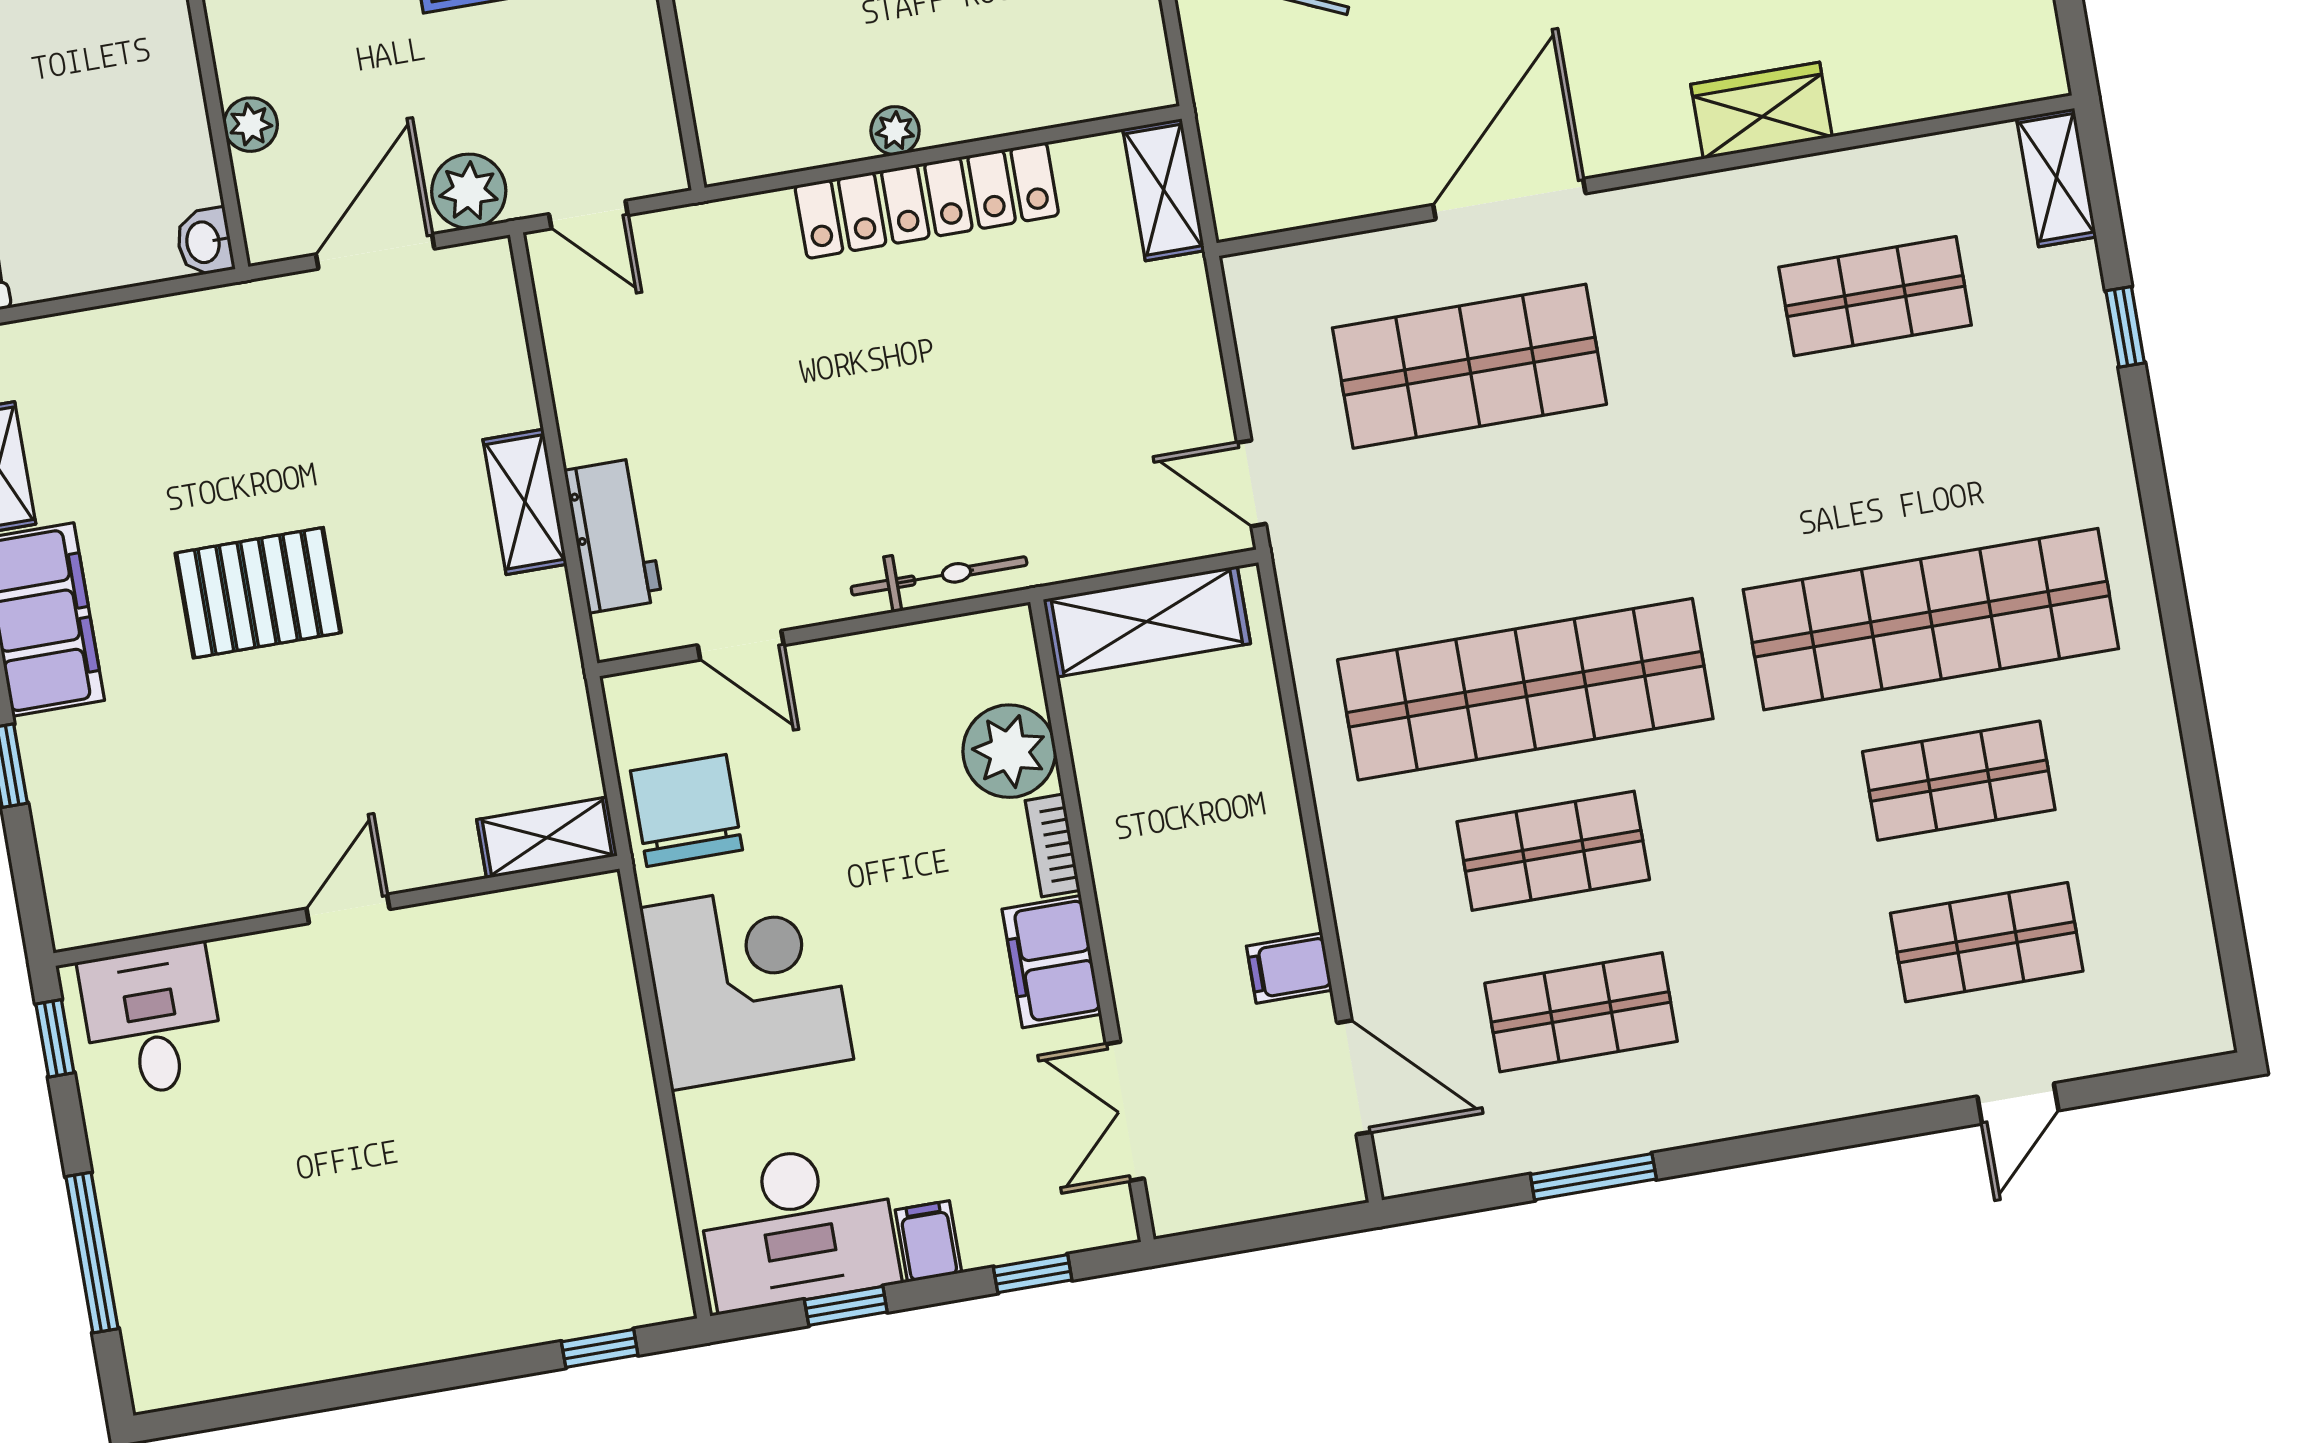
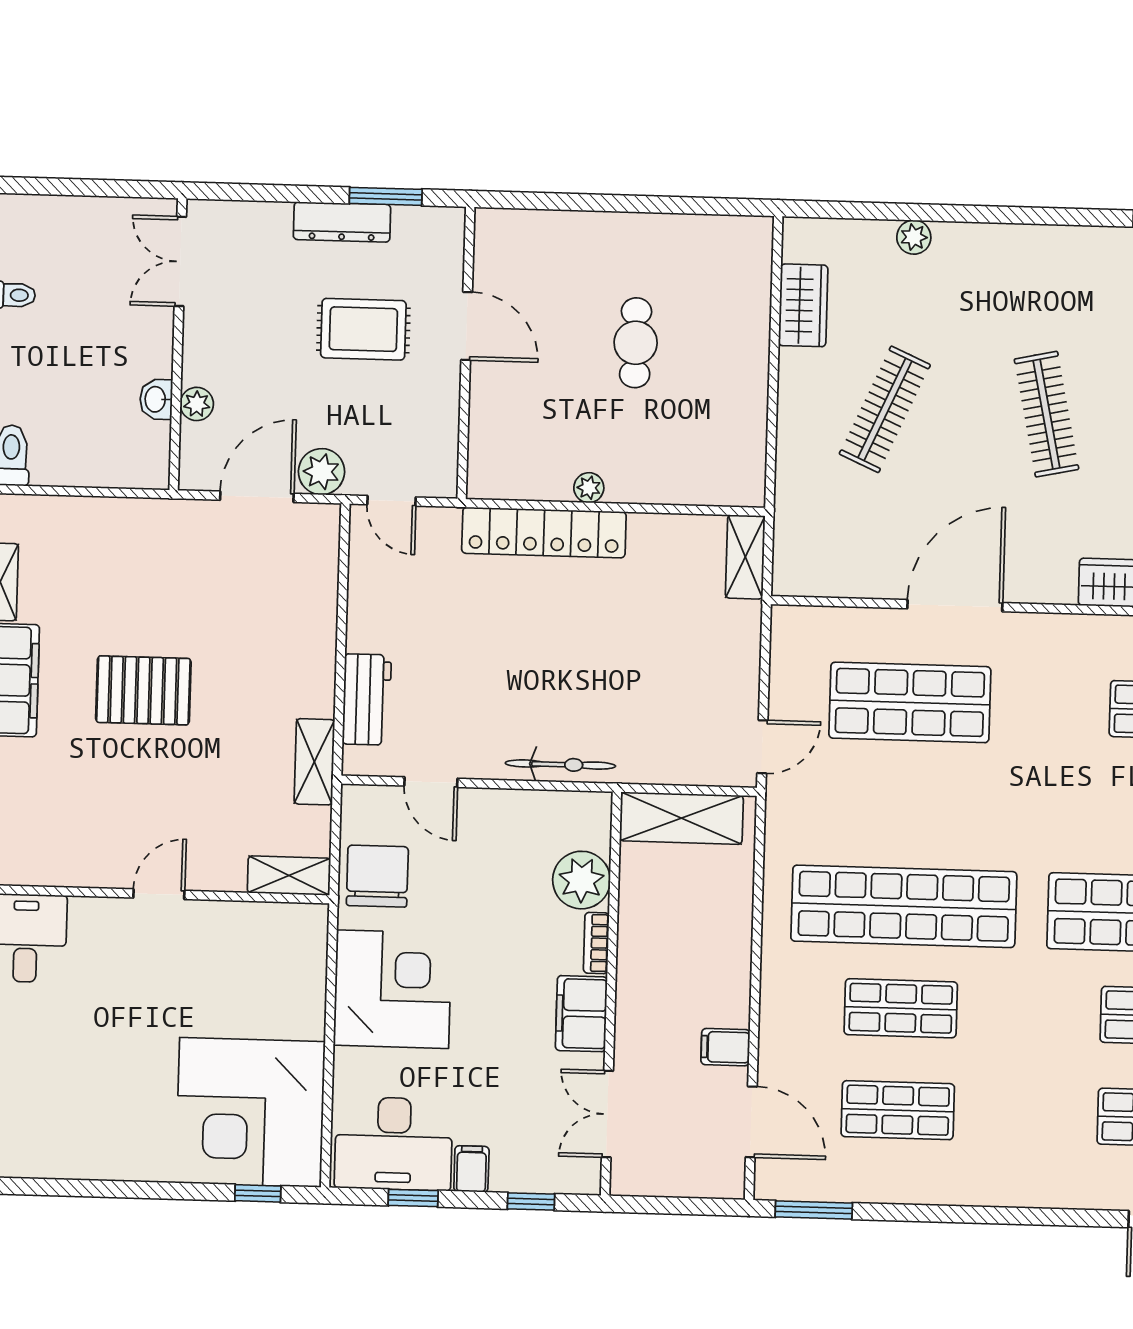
locker: (927, 200) -> (544, 532), moved
washbasin: (204, 242) -> (156, 399), moved
door: (1251, 483) -> (762, 747), swing flipped
shelving: (525, 502) -> (314, 762), moved
window: (1593, 1177) -> (814, 1210), moved
corner desk: (562, 1223) -> (250, 1112), added

